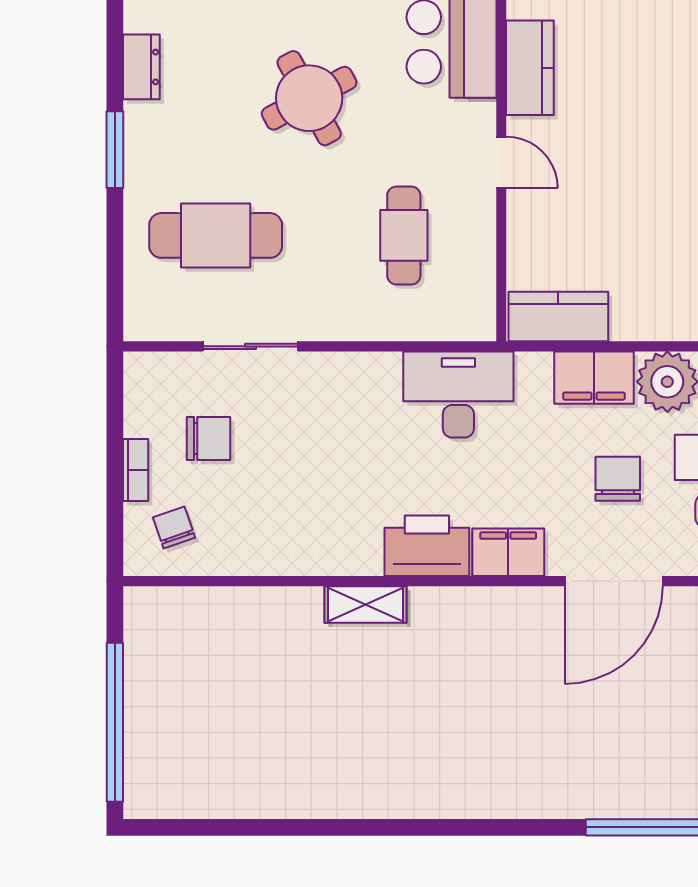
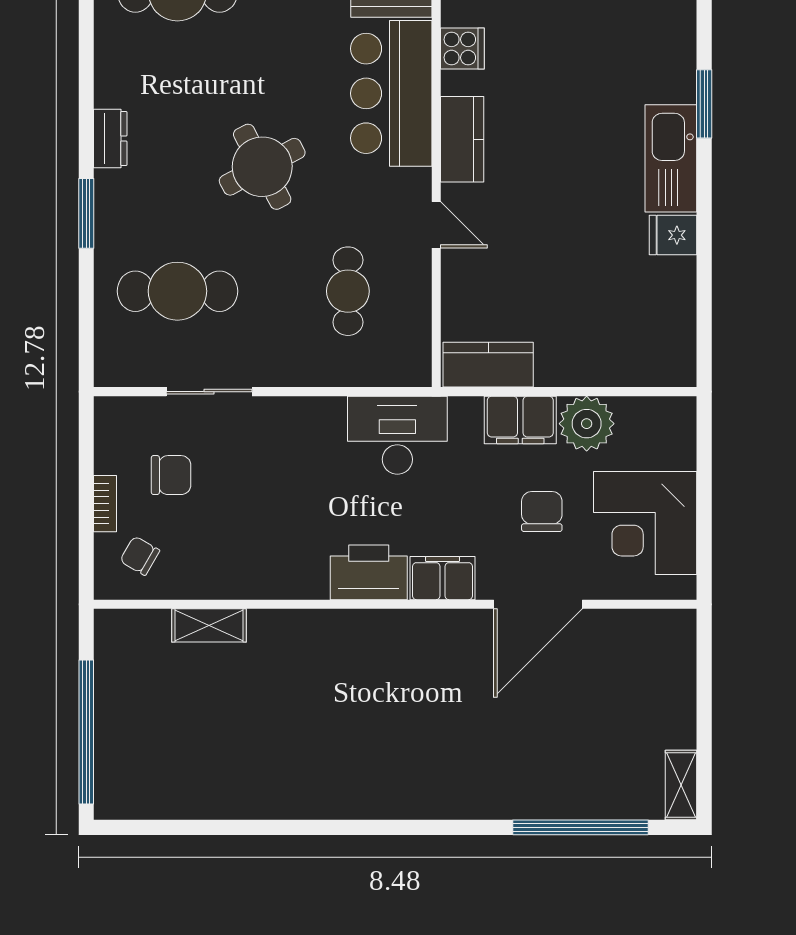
chair: (174, 527) -> (140, 556), turned -41
shelving: (365, 604) -> (209, 625), moved

